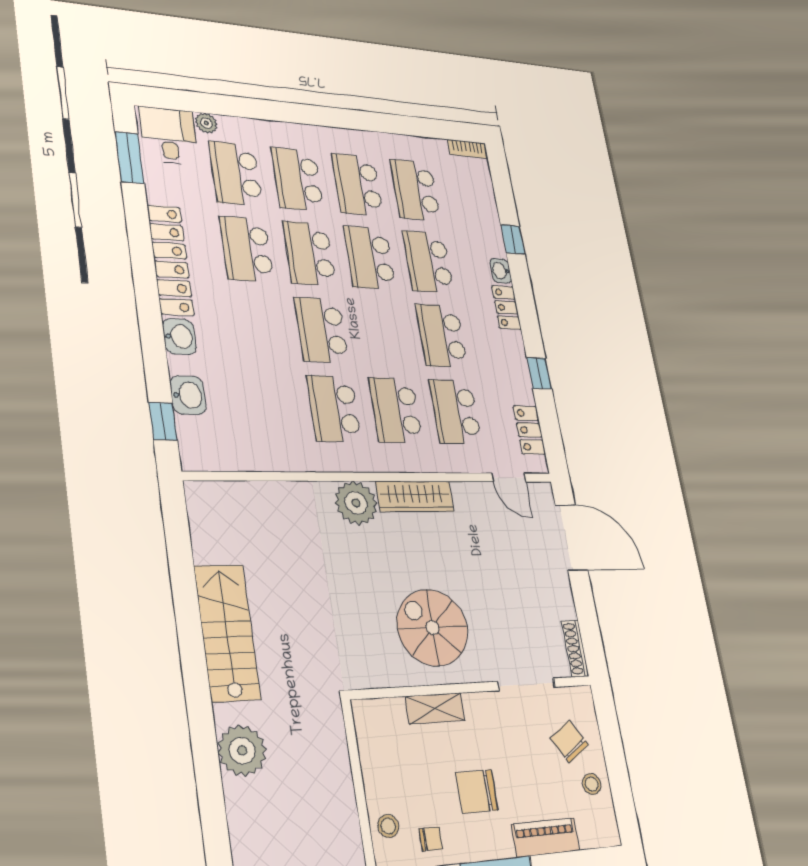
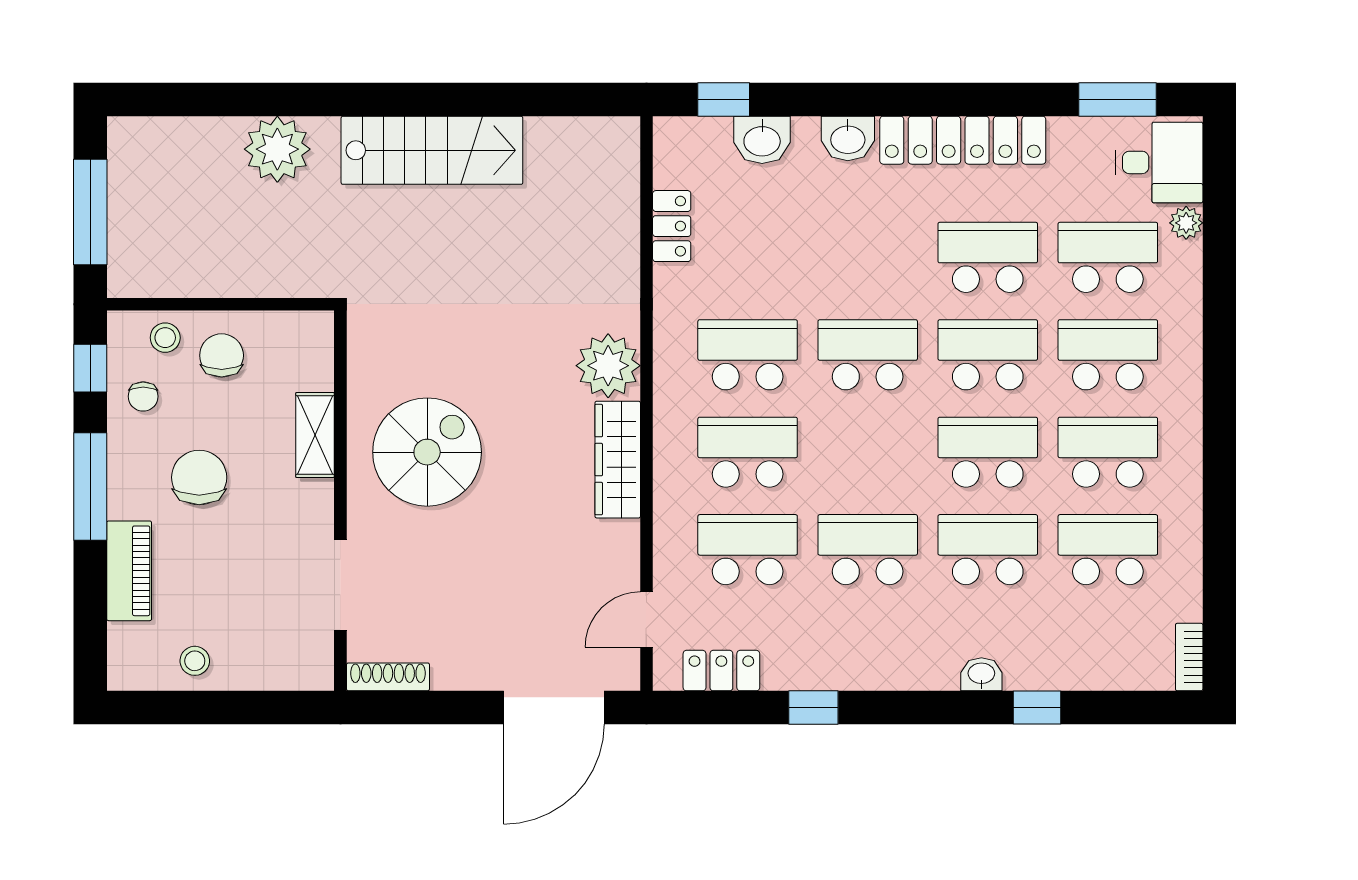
locker: (506, 308) -> (672, 226), moved, turned 90
chair: (569, 741) -> (222, 355), moved, turned -57

